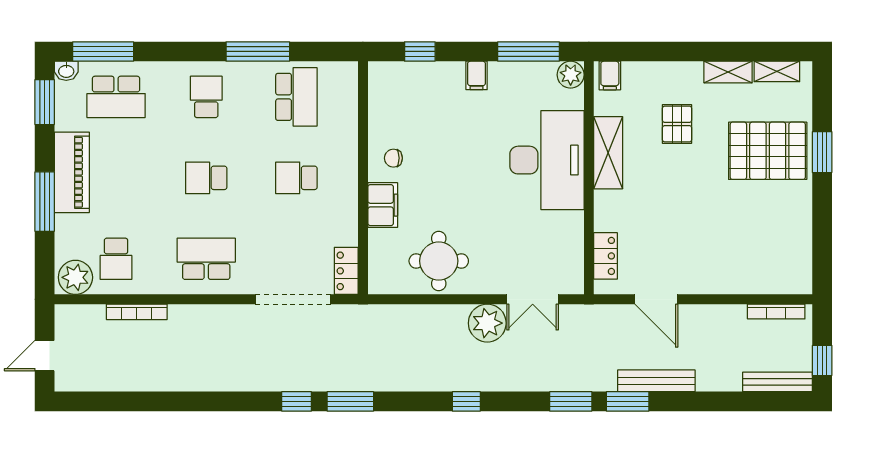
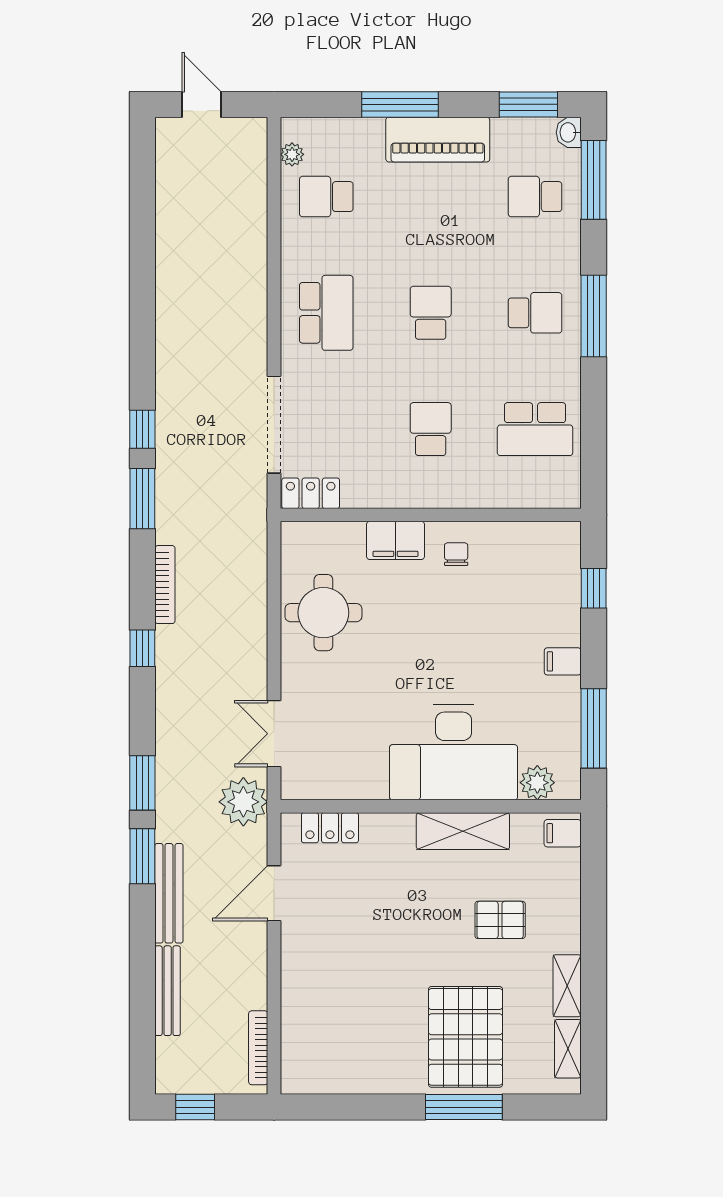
window: (258, 51) -> (594, 316), moved
plant: (571, 75) -> (537, 783), moved
school desk: (116, 97) -> (535, 197), width x0.54
window: (822, 152) -> (464, 1107), width x1.44
plant: (75, 277) -> (292, 154), width x0.53, depth x0.53
bookcase: (137, 312) -> (165, 585), moved, turned 180
plant: (487, 323) -> (243, 802), moved
bench: (778, 382) -> (168, 991), moved

